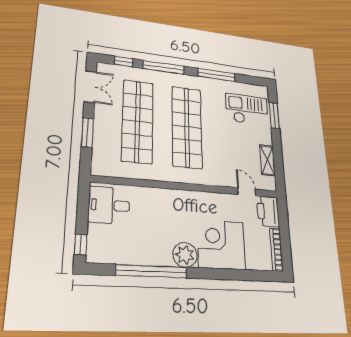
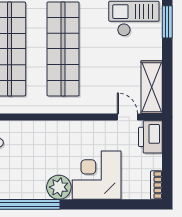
shelving: (267, 160) -> (152, 87), width x1.50, depth x1.33
bookcase: (276, 249) -> (156, 185), width x0.64

